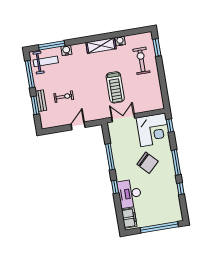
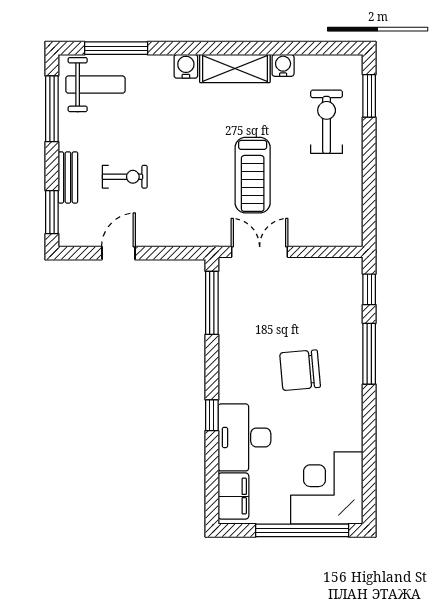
water cooler: (66, 50) -> (186, 66), moved
window: (35, 105) -> (52, 212), moved
door: (78, 126) -> (119, 253), moved
corner desk: (153, 130) -> (327, 488), moved, turned 180
window: (110, 157) -> (212, 303), moved
window: (176, 162) -> (369, 354), moved
chair: (148, 163) -> (300, 370), turned 129
window: (181, 189) -> (369, 446), removed

